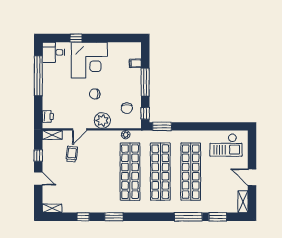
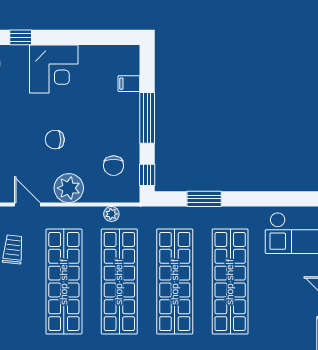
corner desk: (89, 60) -> (54, 69), width x0.74, depth x0.74
window: (162, 126) -> (204, 199), moved
door: (80, 129) -> (27, 204), swing flipped
shop shelf: (100, 172) -> (64, 282), added

